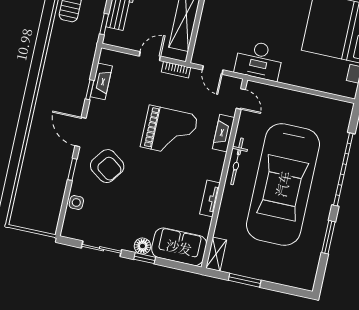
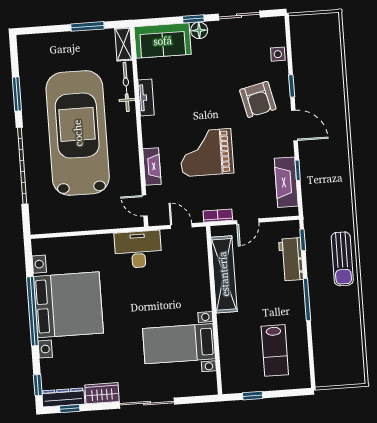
fireplace: (101, 81) -> (286, 182), width x1.37, depth x1.32
bicycle: (237, 161) -> (126, 87), moved
armchair: (107, 166) -> (258, 99), turned -139

